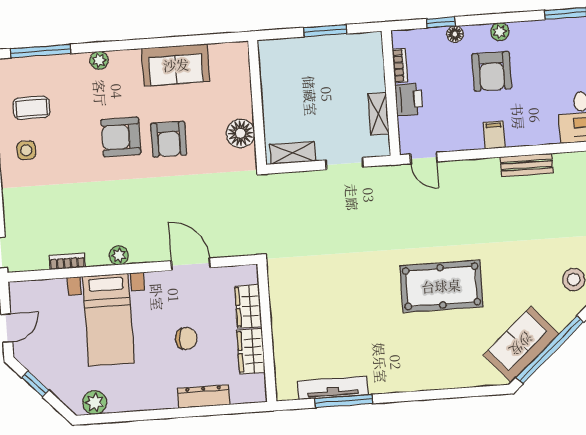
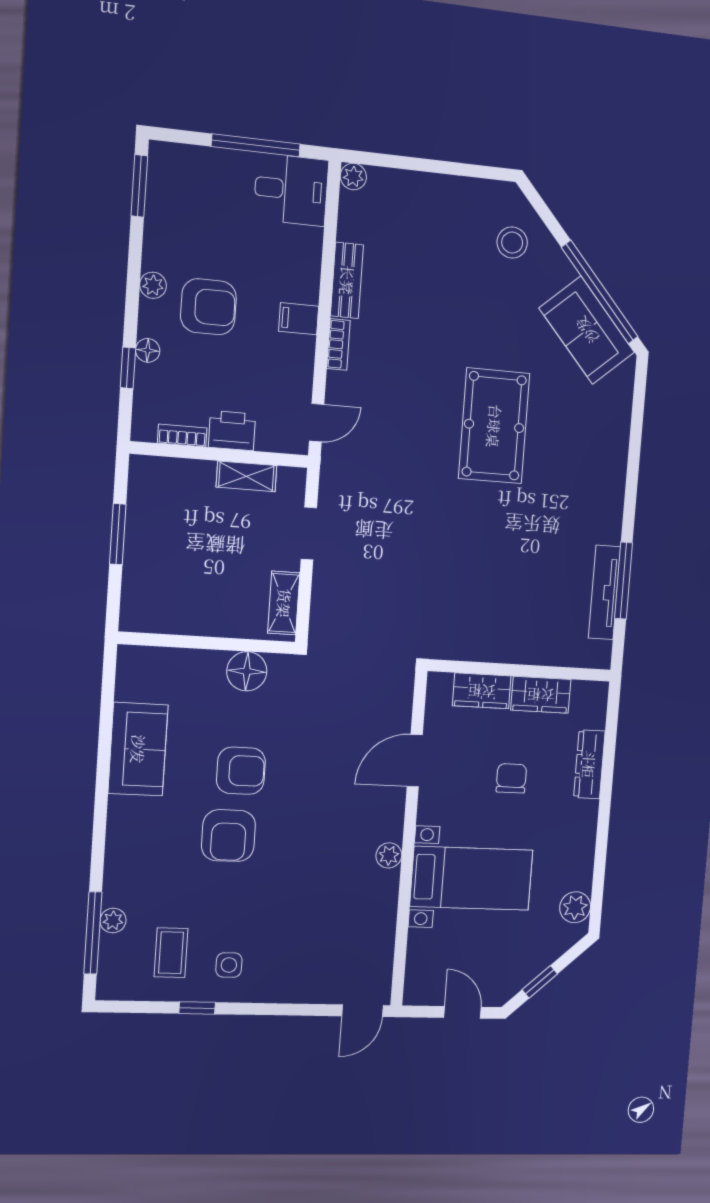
plant: (99, 60) -> (113, 921), moved
bookcase: (67, 261) -> (338, 344), moved, turned 180

